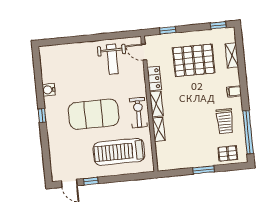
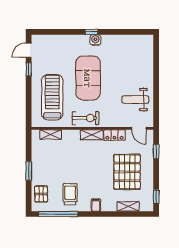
door: (144, 52) -> (139, 128), swing flipped
water cooler: (49, 90) -> (95, 40), moved
trolley: (225, 121) -> (70, 194), turned 90
shelving: (159, 129) -> (51, 135), moved

